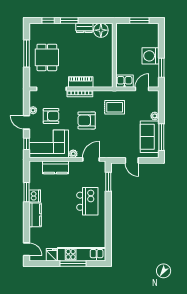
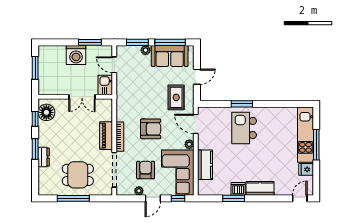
window: (48, 20) -> (35, 119), moved
dresser: (84, 28) -> (44, 157), moved
double door: (114, 61) -> (82, 97), added
rug: (115, 107) -> (176, 97), moved
window: (161, 109) -> (137, 42), added
armchair: (87, 120) -> (151, 129), turned -90
window: (108, 182) -> (242, 104), moved
kitchen island: (87, 201) -> (244, 128), turned -90

